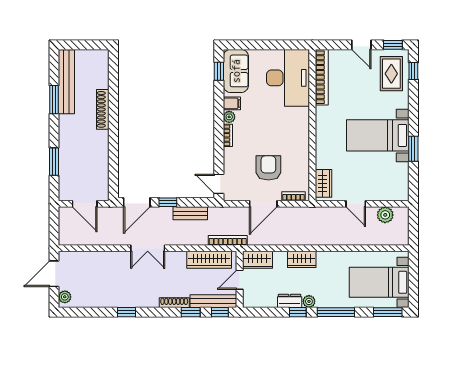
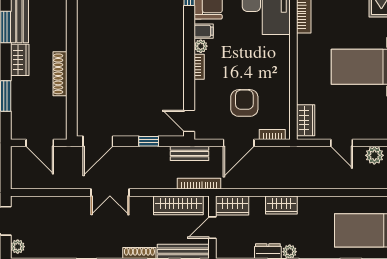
shoe rack: (103, 109) -> (60, 74), moved
wardrobe: (67, 129) -> (20, 60), added
window: (168, 202) -> (149, 141), moved
bench: (190, 213) -> (189, 153), moved

